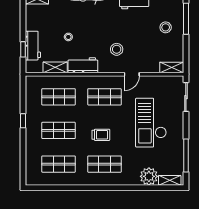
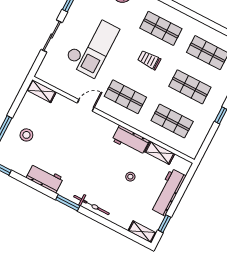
workbench: (33, 46) -> (168, 192), width x1.38
window: (23, 49) -> (164, 224), moved
stool: (117, 49) -> (88, 139), removed
sliding door: (186, 97) -> (52, 36), moved

